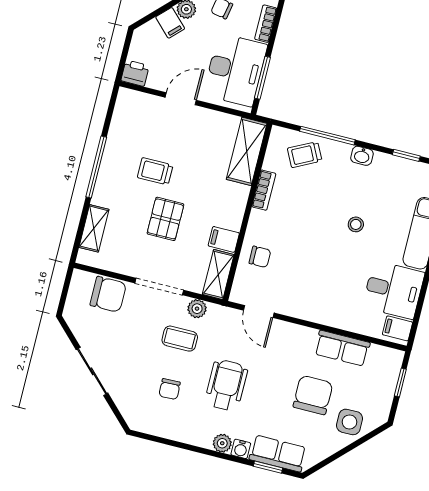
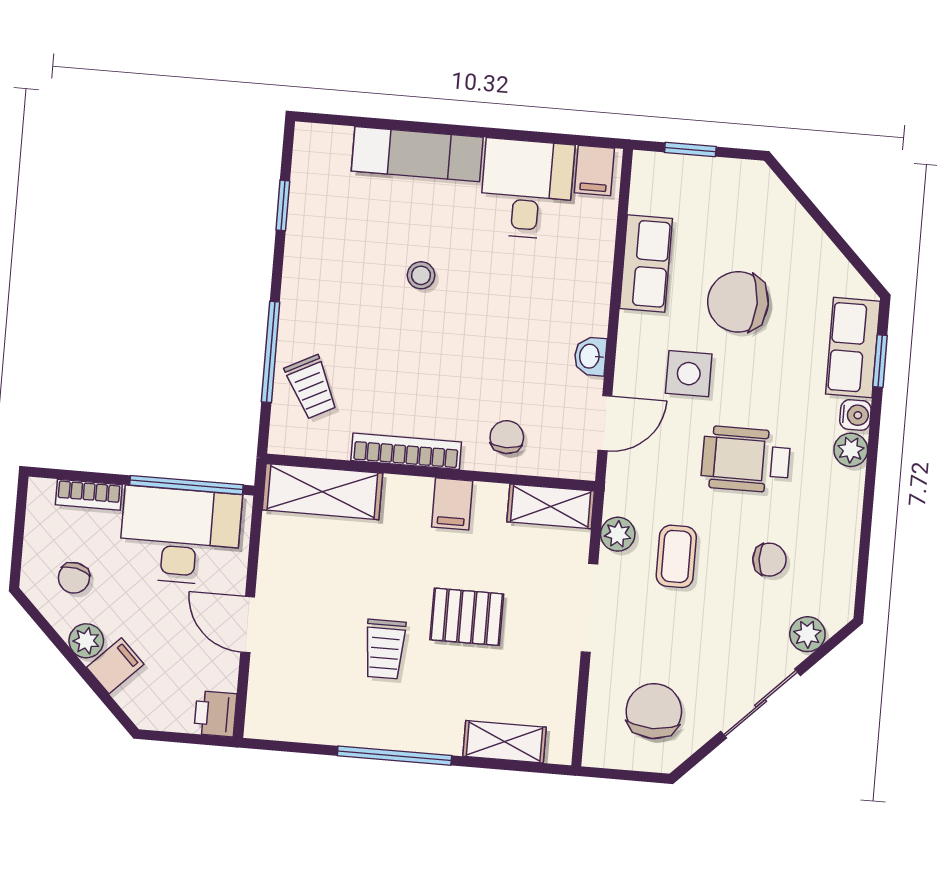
window: (262, 78) -> (186, 485), width x1.44
washbasin: (362, 156) -> (590, 356), moved, turned 180
bookcase: (264, 190) -> (406, 451), width x1.56
filing cabinet: (224, 239) -> (452, 504), moved
chair: (108, 294) -> (654, 711), moved
plant: (126, 403) -> (807, 634), added
side table: (350, 422) -> (689, 374), moved

